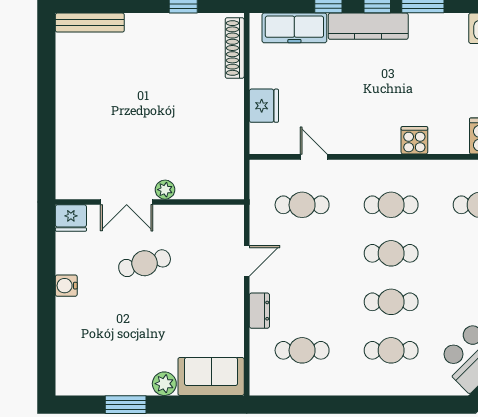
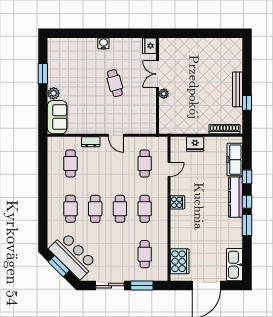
bench: (90, 23) -> (237, 89), moved
cooker: (414, 140) -> (177, 202), moved
plant: (165, 190) -> (164, 94), moved
double door: (127, 202) -> (158, 74), moved
wall: (150, 202) -> (158, 86), moved
fridge: (71, 218) -> (149, 46), moved

